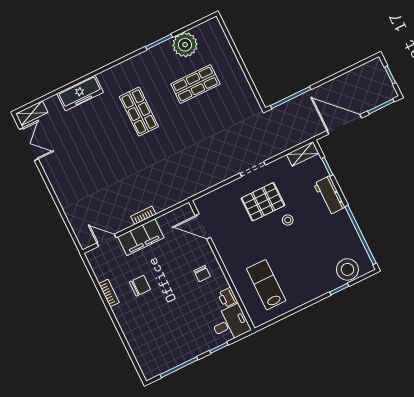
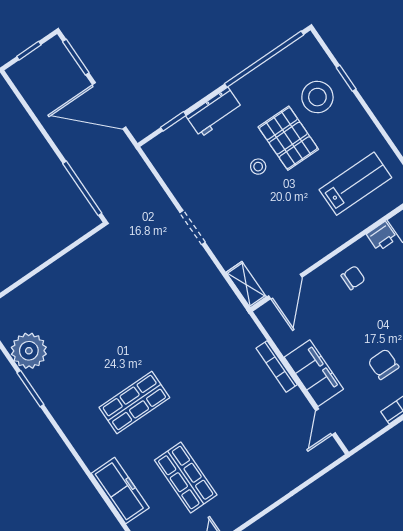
shop shelf: (195, 84) -> (186, 478), moved
door: (344, 124) -> (109, 106), hinge flipped
shelving: (303, 154) -> (246, 285), moved
pallet: (263, 202) -> (288, 138), moved
bookcase: (143, 215) -> (277, 366), width x1.56
stool: (347, 269) -> (317, 97), moved
lab bench: (266, 285) -> (355, 184), turned 180

